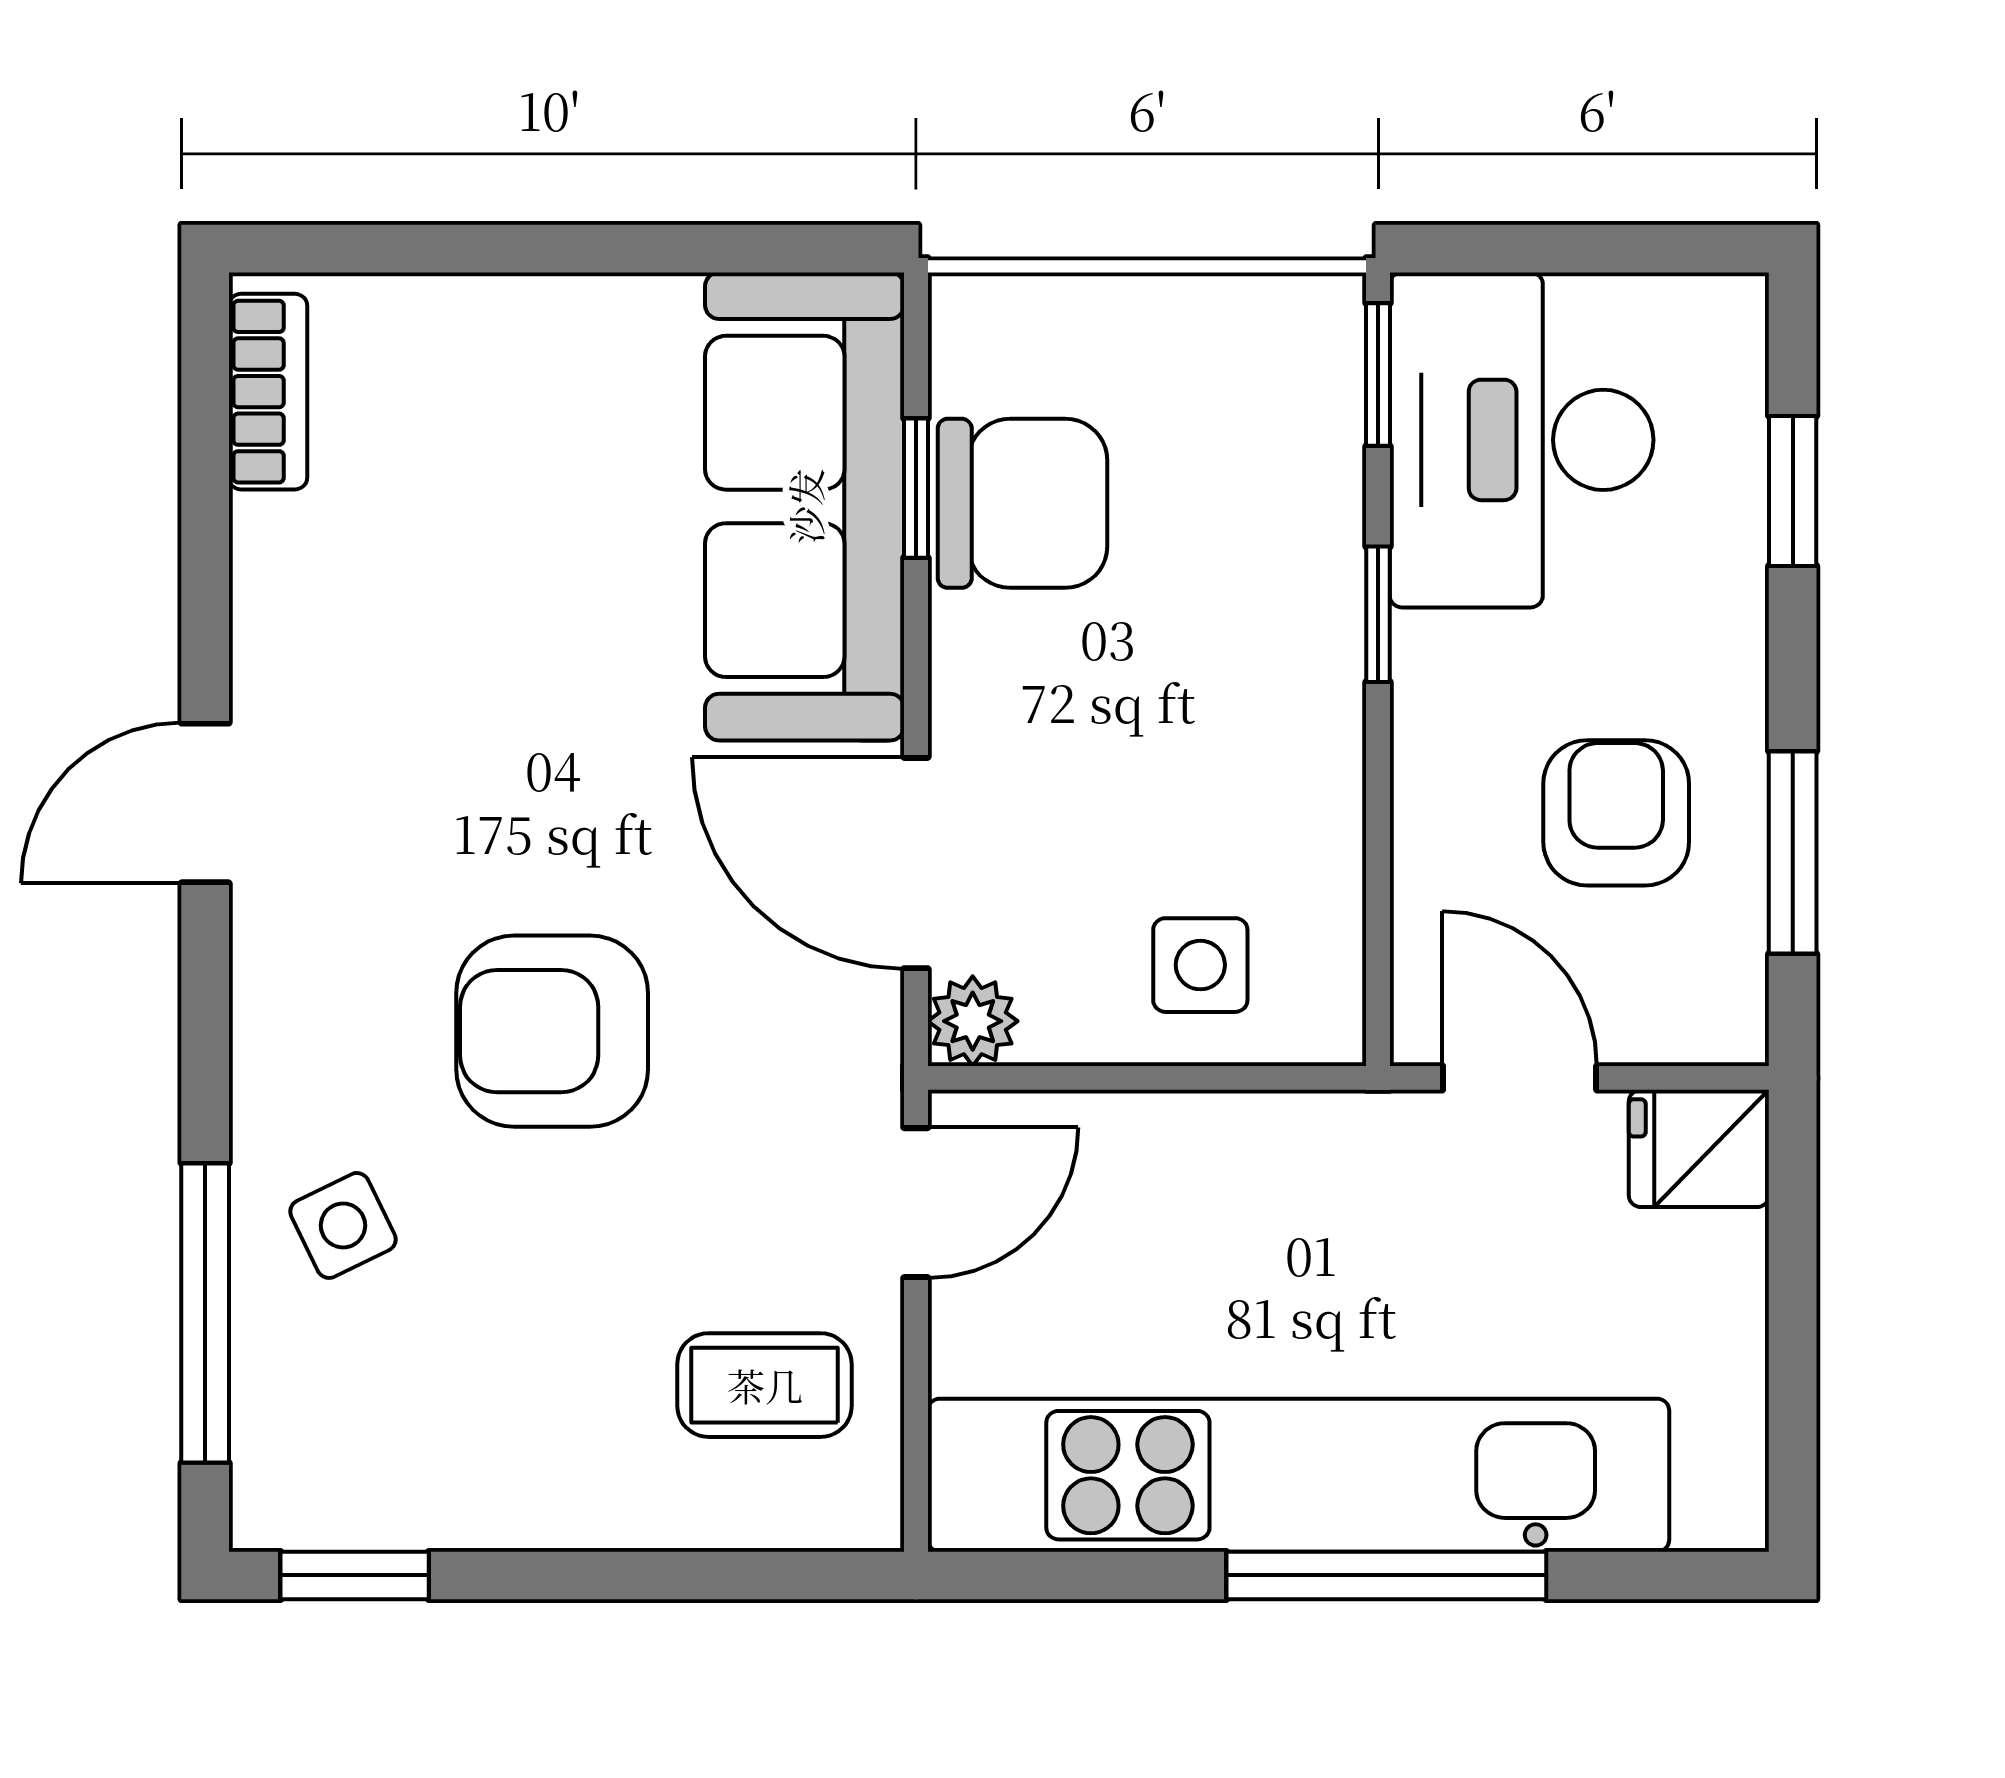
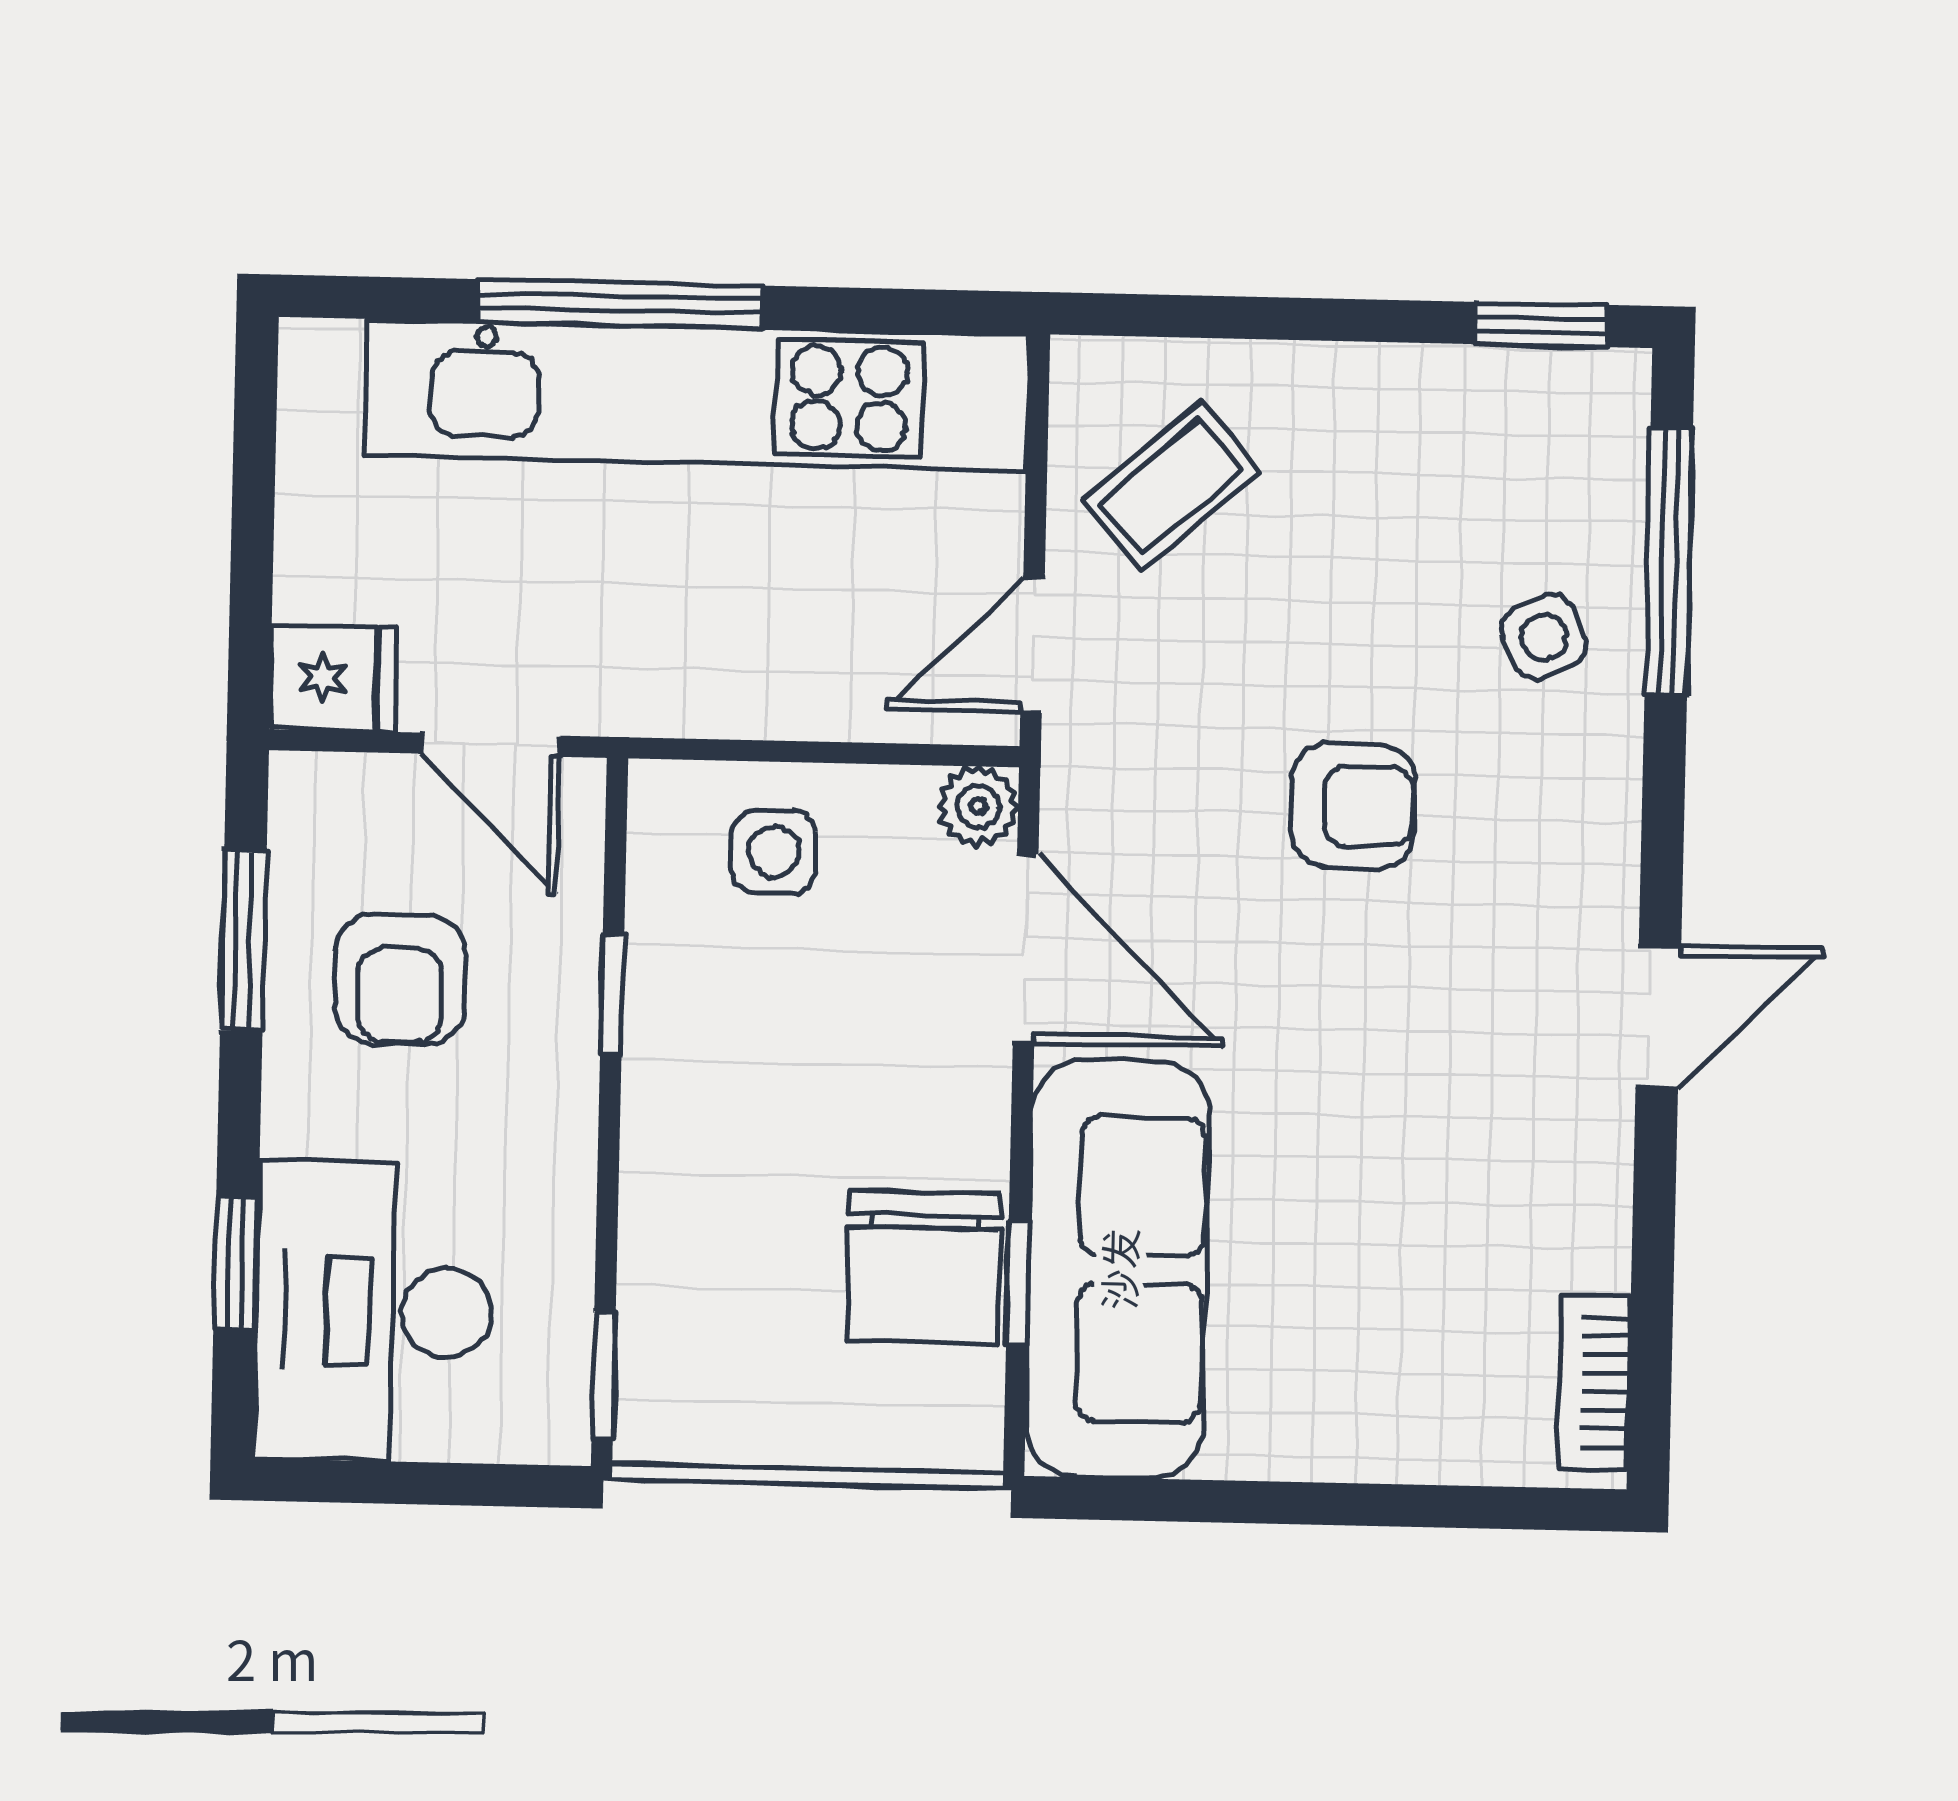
desk: (1522, 440) -> (374, 1311), moved, turned 180
chair: (1022, 503) -> (923, 1267), turned -90
window: (1378, 614) -> (612, 995), moved
armchair: (552, 1031) -> (1354, 806), width x0.72, depth x0.72
coffee table: (765, 1385) -> (1171, 486), turned -41

